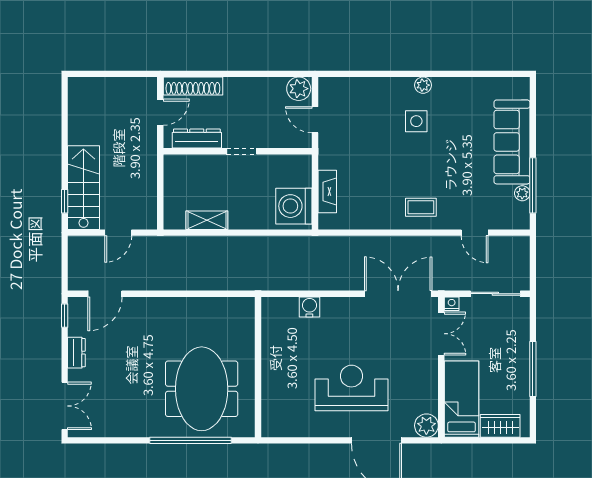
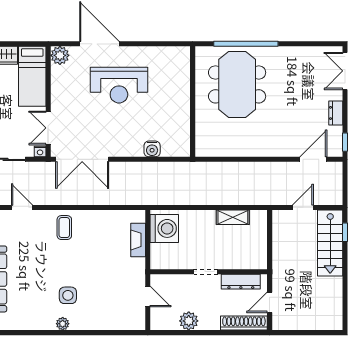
plant: (299, 89) -> (189, 321), moved
coffee table: (421, 207) -> (64, 228), turned 90

